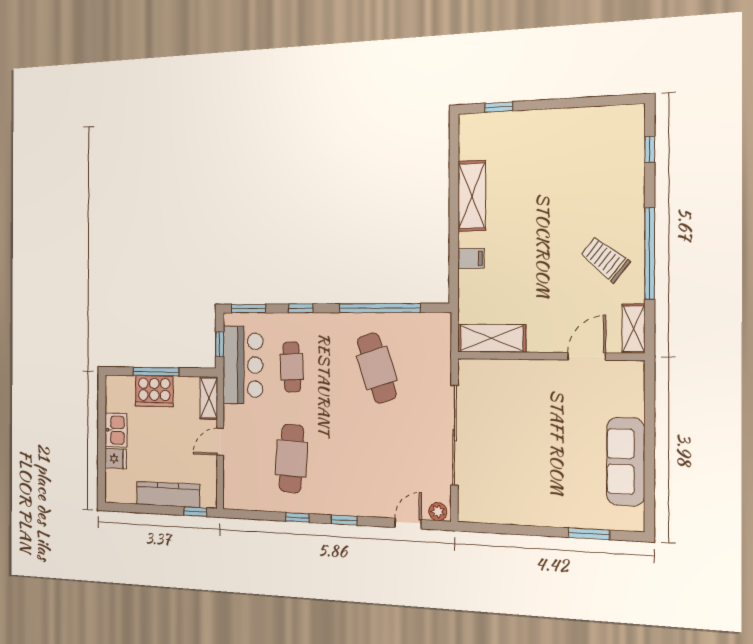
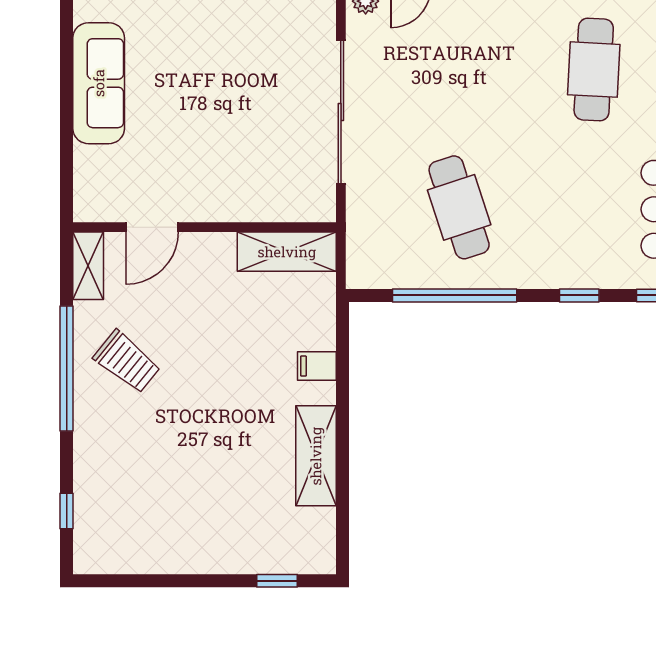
cafe table: (292, 367) -> (594, 207), removed

